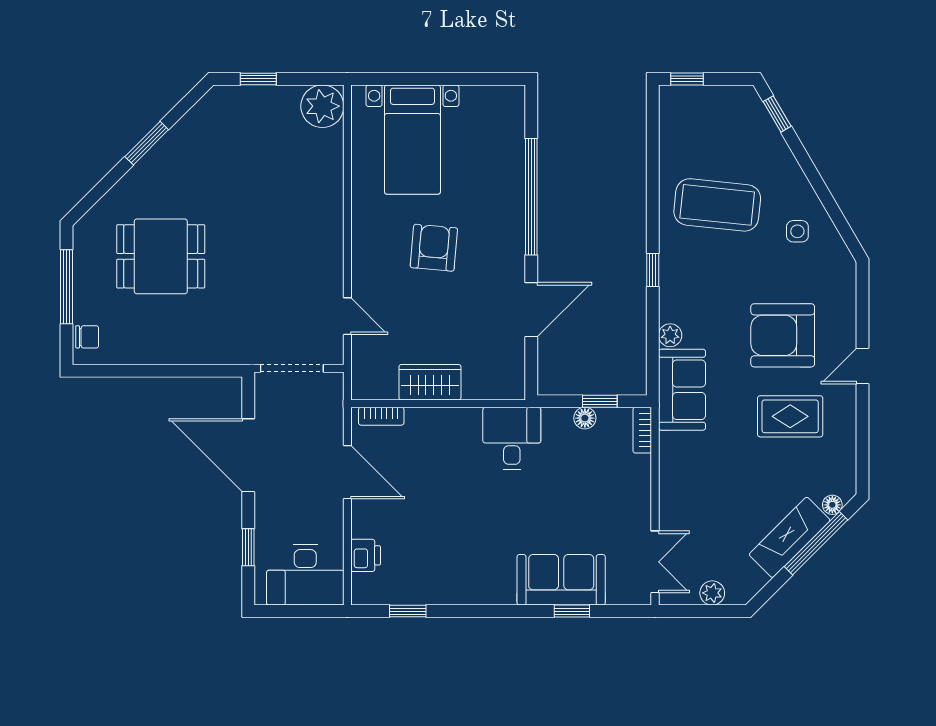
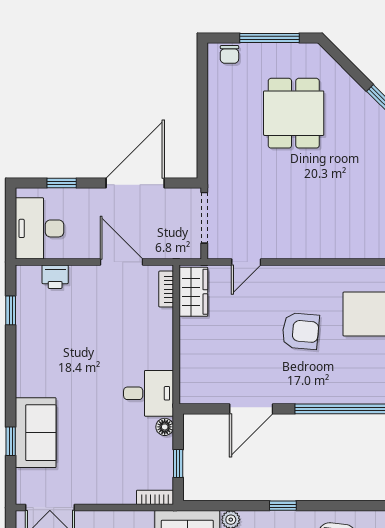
door: (531, 310) -> (251, 409), hinge flipped
wardrobe: (430, 382) -> (193, 292), moved
floor lamp: (585, 418) -> (165, 427), moved
door: (347, 472) -> (122, 262), swing flipped

